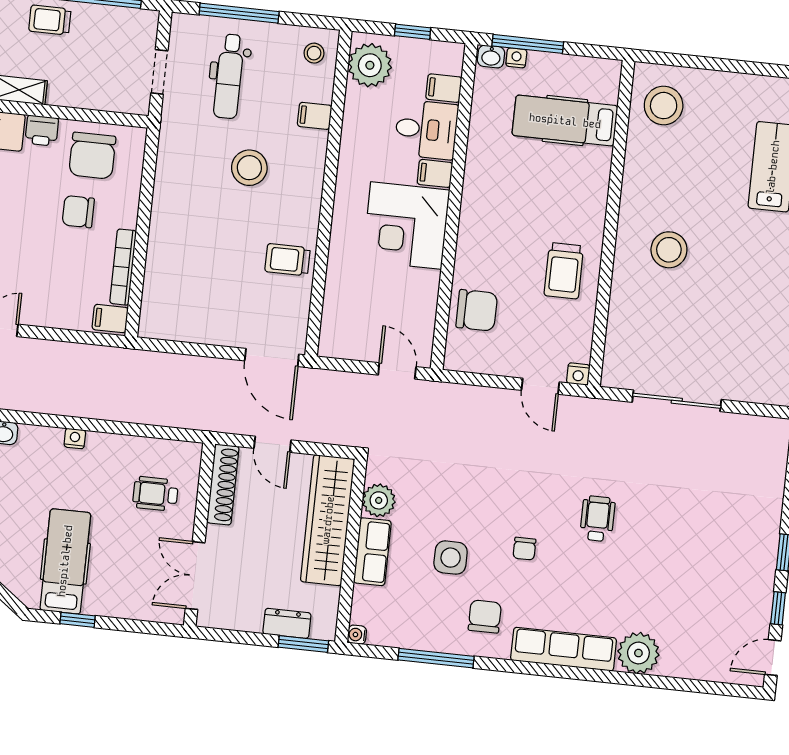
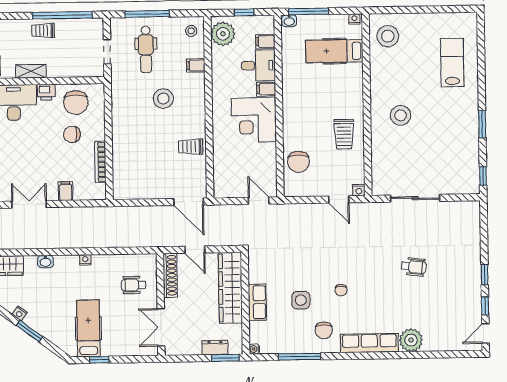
nightstand: (516, 58) -> (354, 19), moved
chair: (477, 310) -> (298, 162), turned 90
filing cabinet: (110, 319) -> (66, 191), moved, turned 90
plant: (379, 500) -> (257, 273), removed
wheelchair: (598, 519) -> (414, 267), moved, turned 97
chair: (485, 616) -> (324, 330), turned 180

